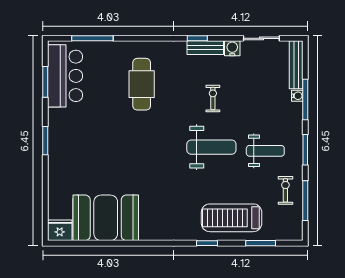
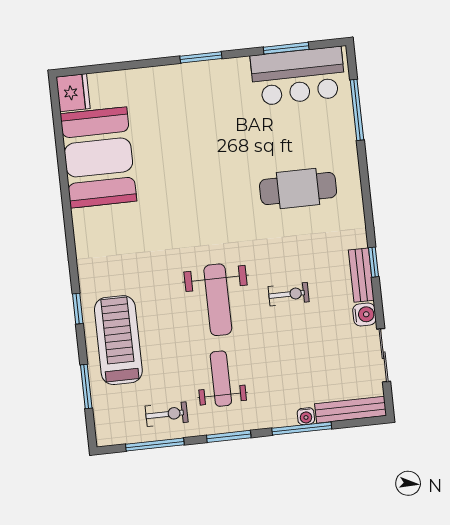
weight bench: (265, 151) -> (221, 379), turned 180

